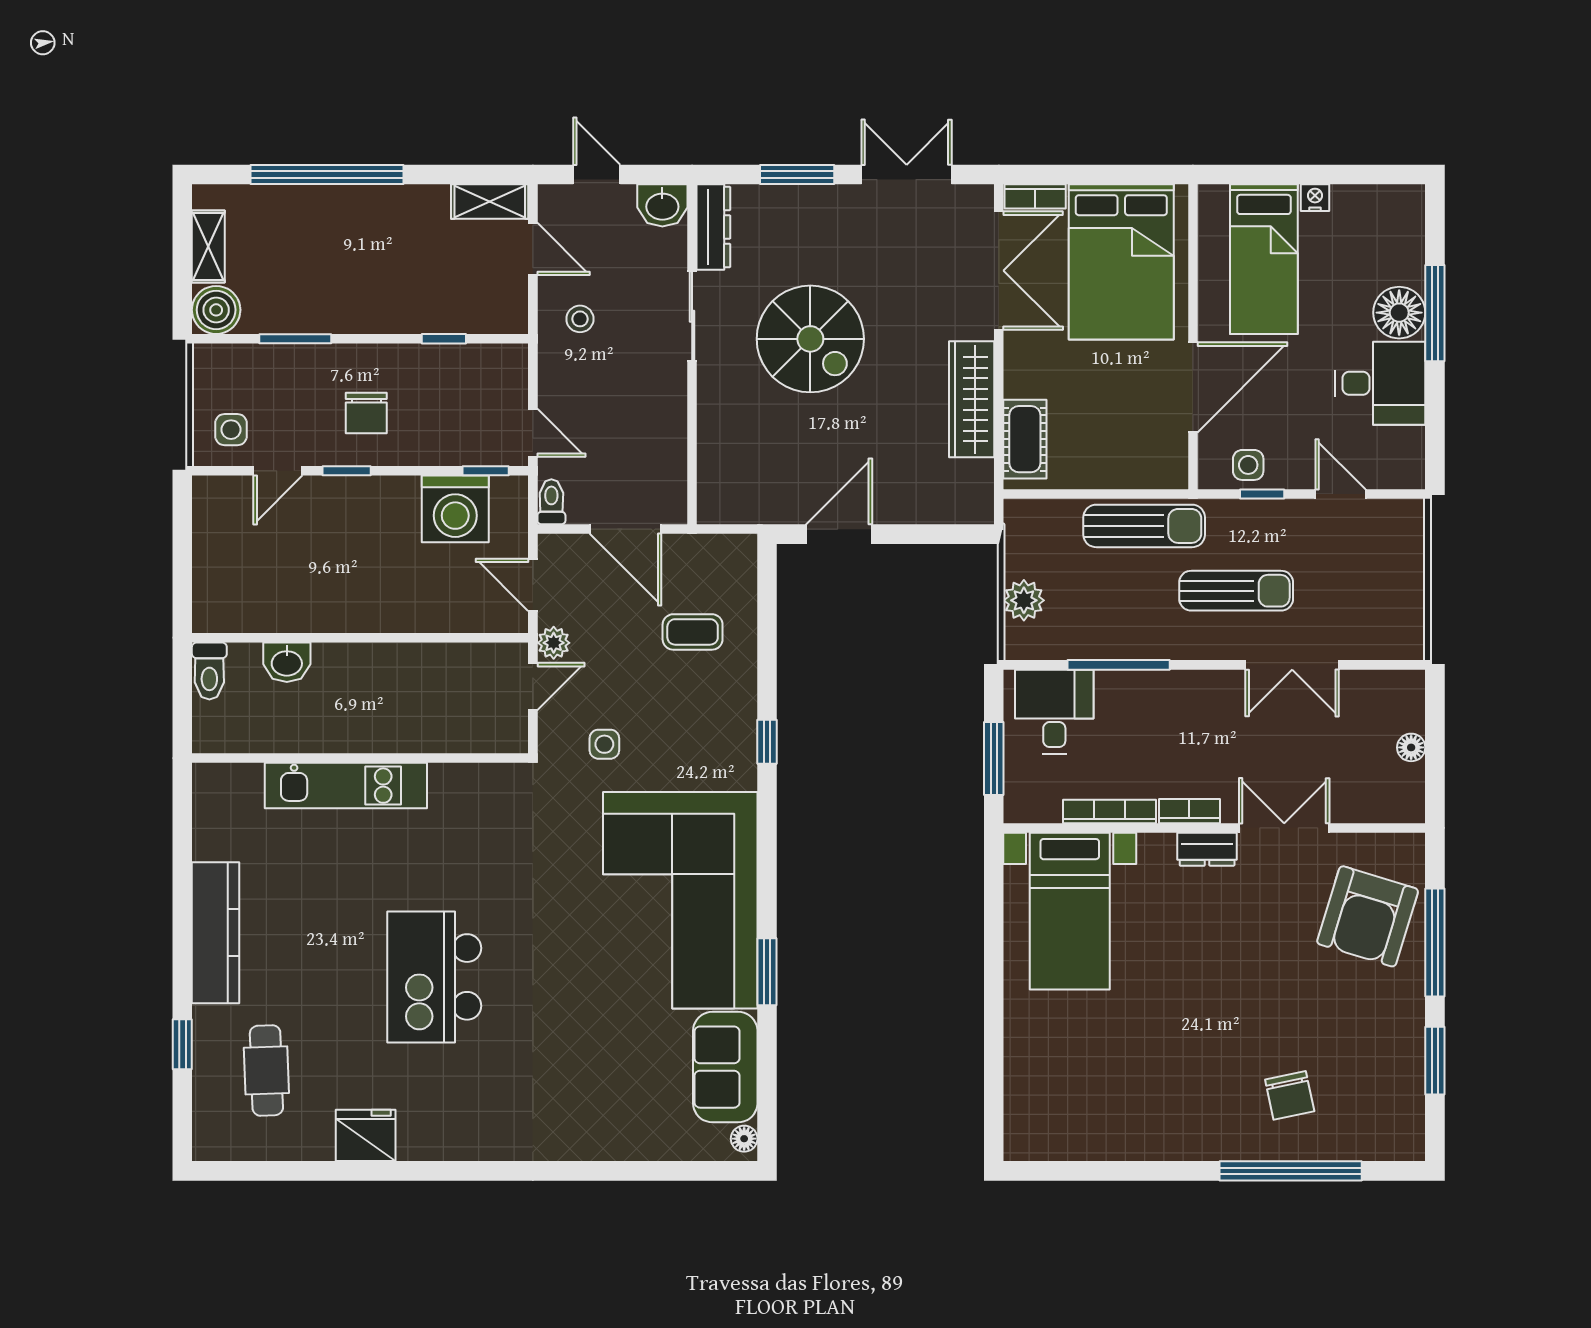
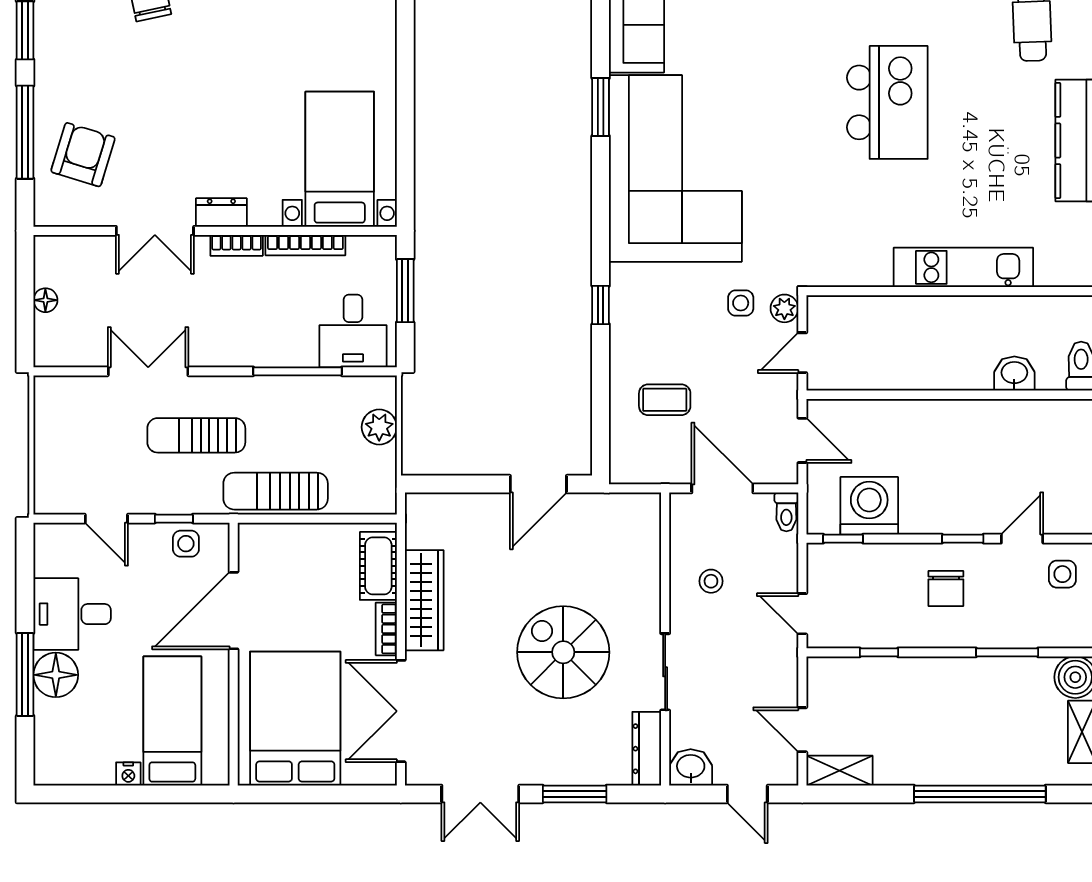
bookcase: (1035, 196) -> (386, 629), moved, turned -90
stool: (580, 319) -> (711, 581), moved
chair: (366, 413) -> (946, 588), turned 180
door: (533, 433) -> (802, 614), moved
plant: (554, 643) -> (784, 308), moved
armchair: (1368, 916) -> (83, 155), width x0.73, depth x0.73

